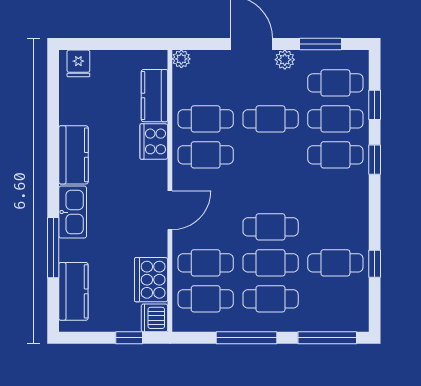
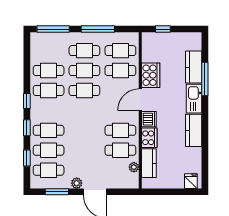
plant: (181, 59) -> (134, 167), moved
cafe table: (271, 119) -> (49, 90), moved
window: (375, 264) -> (27, 101), moved
cooker: (151, 280) -> (151, 75), moved
kitchen counter: (73, 291) -> (194, 67), moved
dishwasher: (154, 318) -> (149, 119), moved

